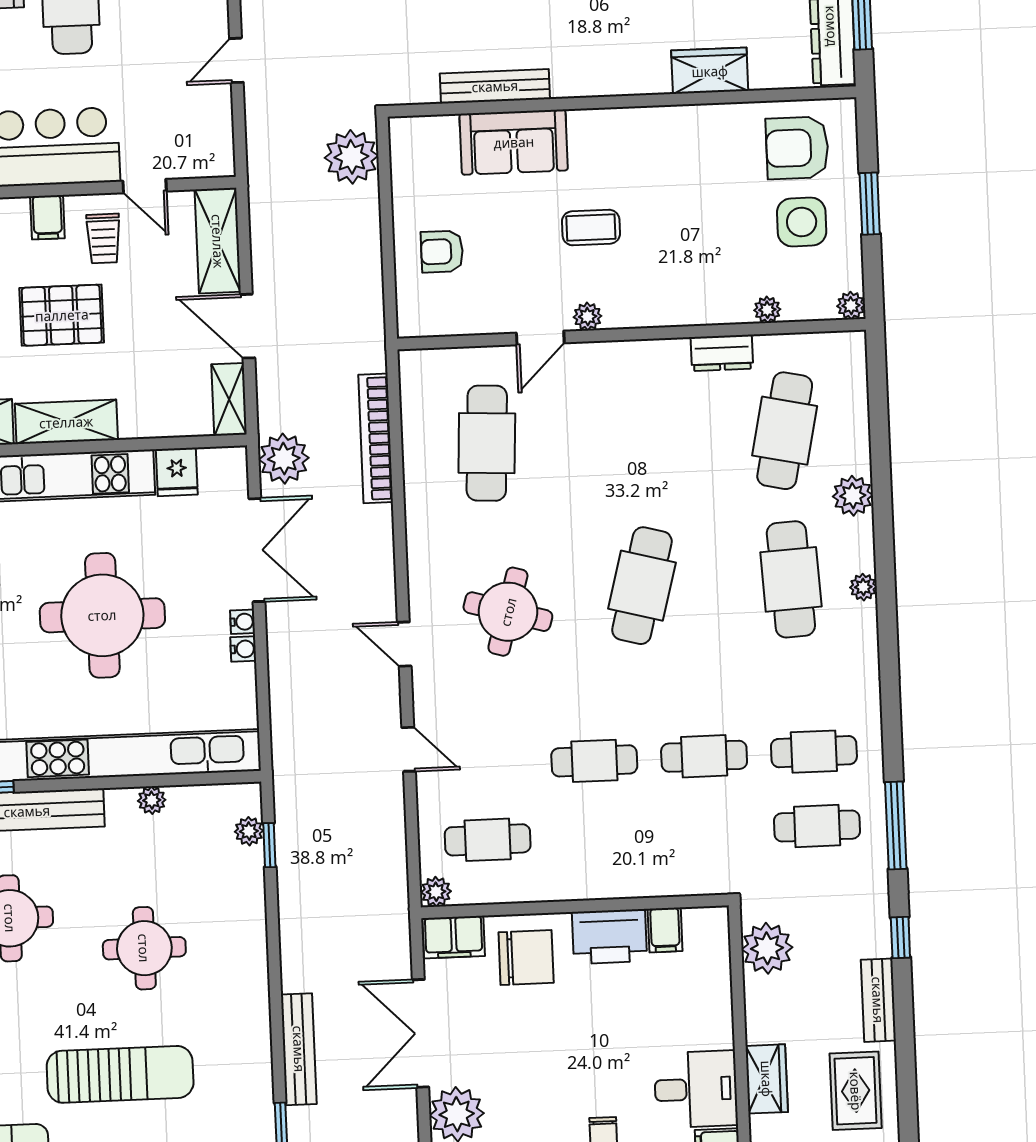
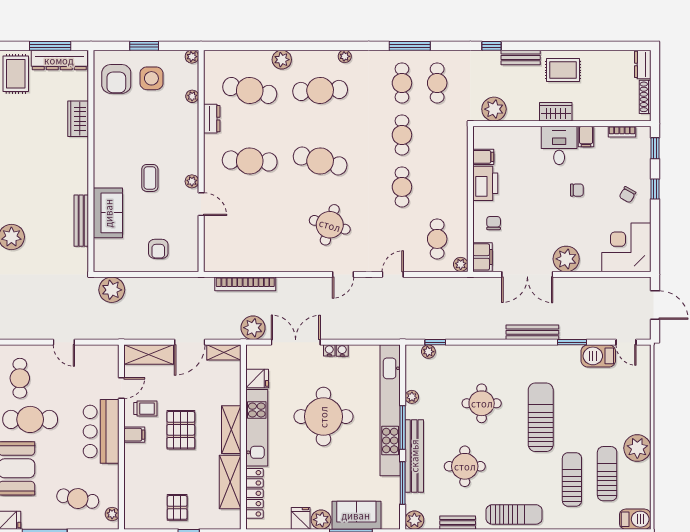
cafe table: (487, 443) -> (250, 161), moved
plant: (863, 587) -> (345, 56), moved
window: (86, 784) -> (403, 427), added
window: (896, 825) -> (410, 46), moved
chair: (526, 958) -> (494, 223), width x0.54, depth x0.54

